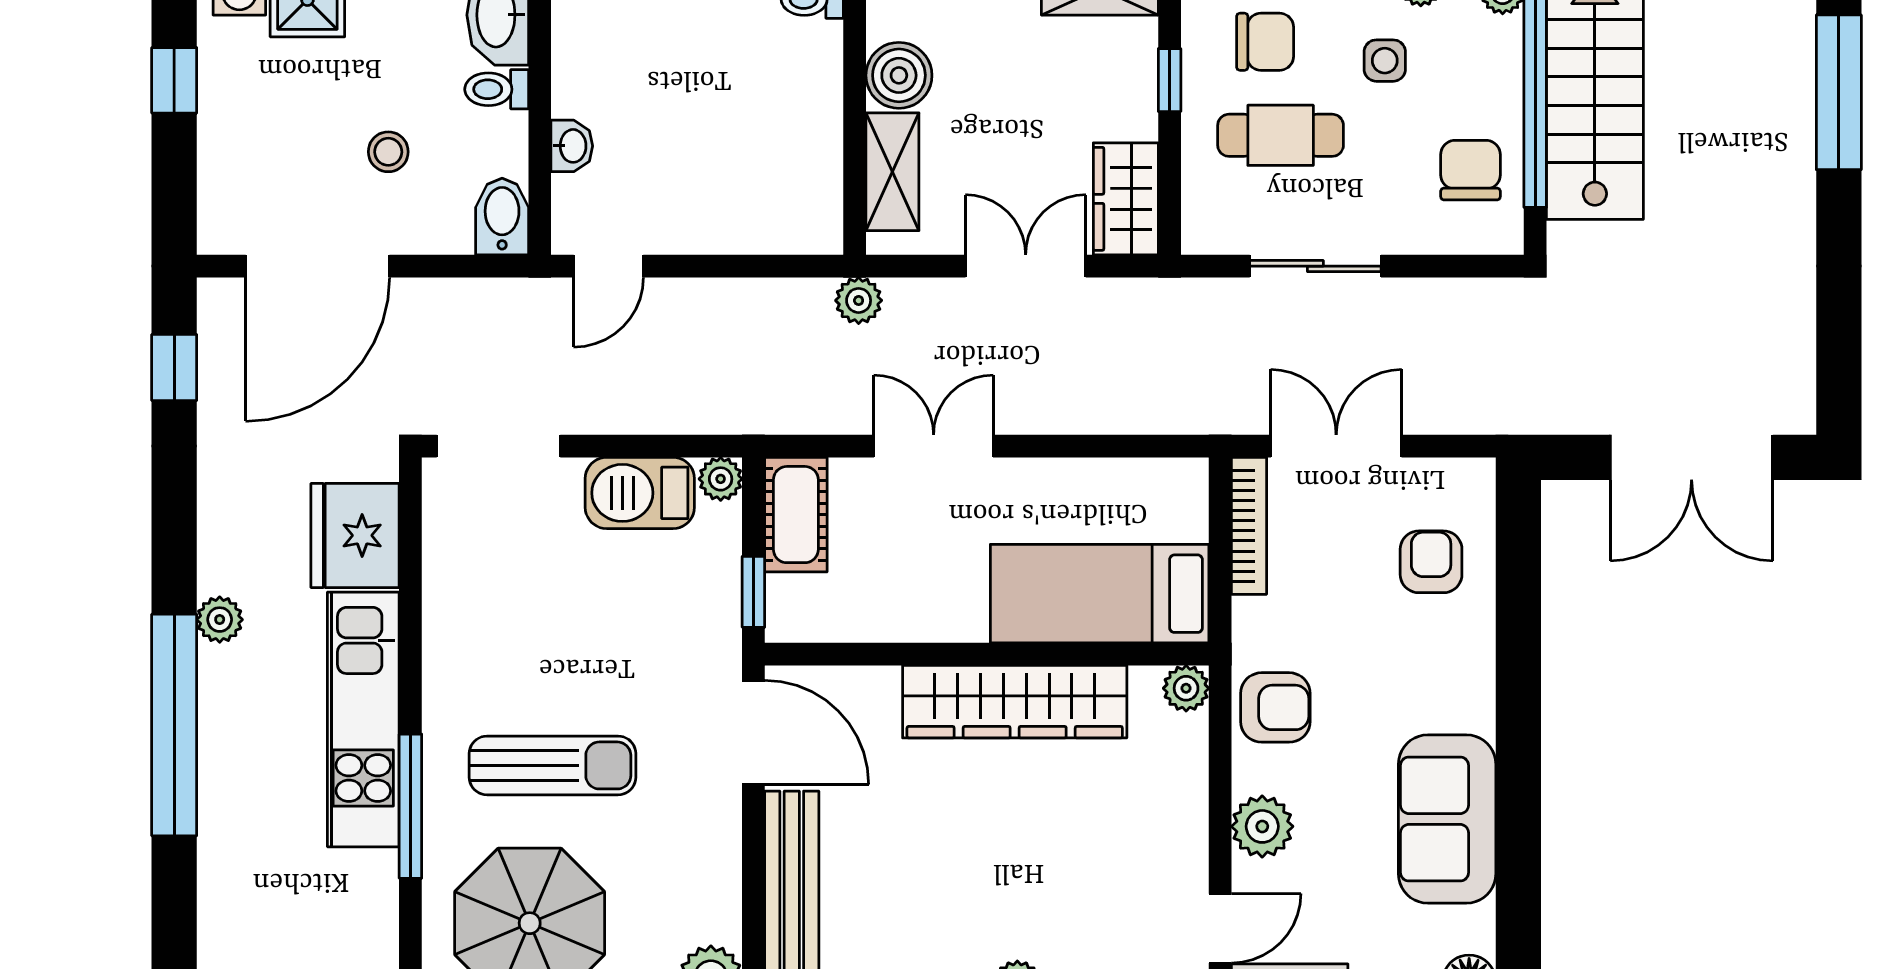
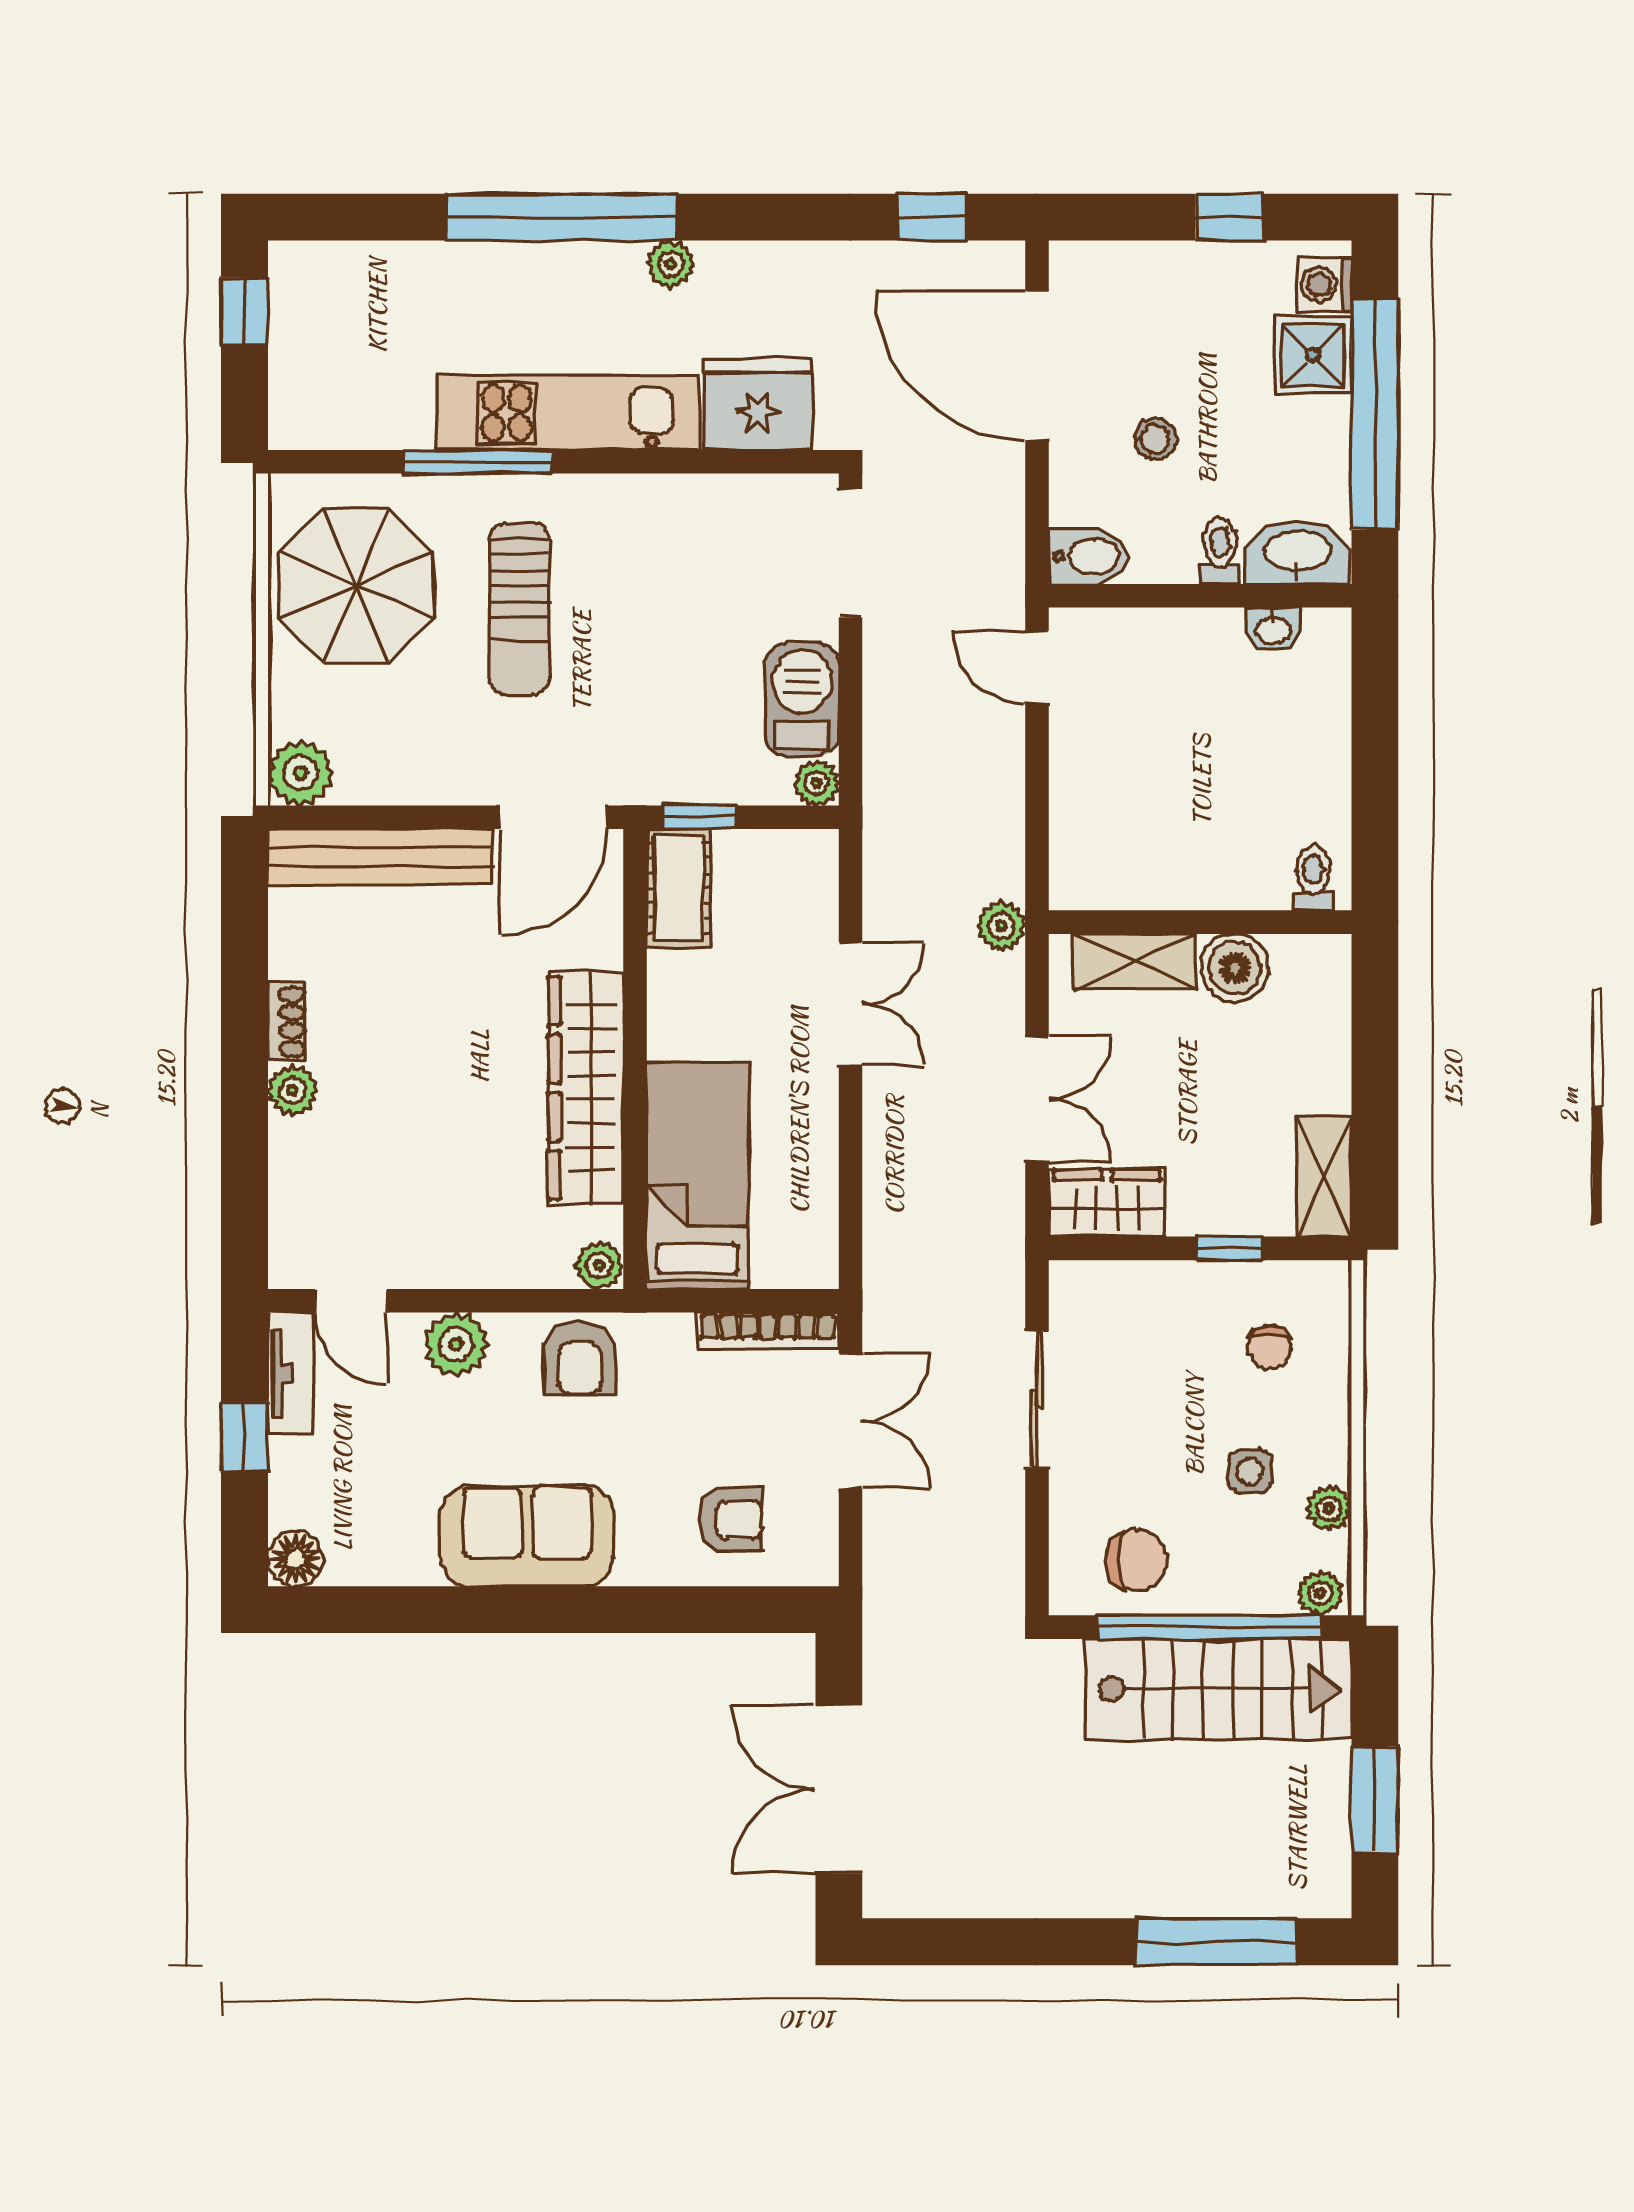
chair: (1265, 42) -> (1269, 1347), width x0.73, depth x0.73
cafe table: (1281, 135) -> (1172, 1363), removed
washbasin: (572, 146) -> (1273, 629), moved
cot: (796, 515) -> (679, 888), moved, turned 90
sofa: (1447, 819) -> (527, 1536), moved

